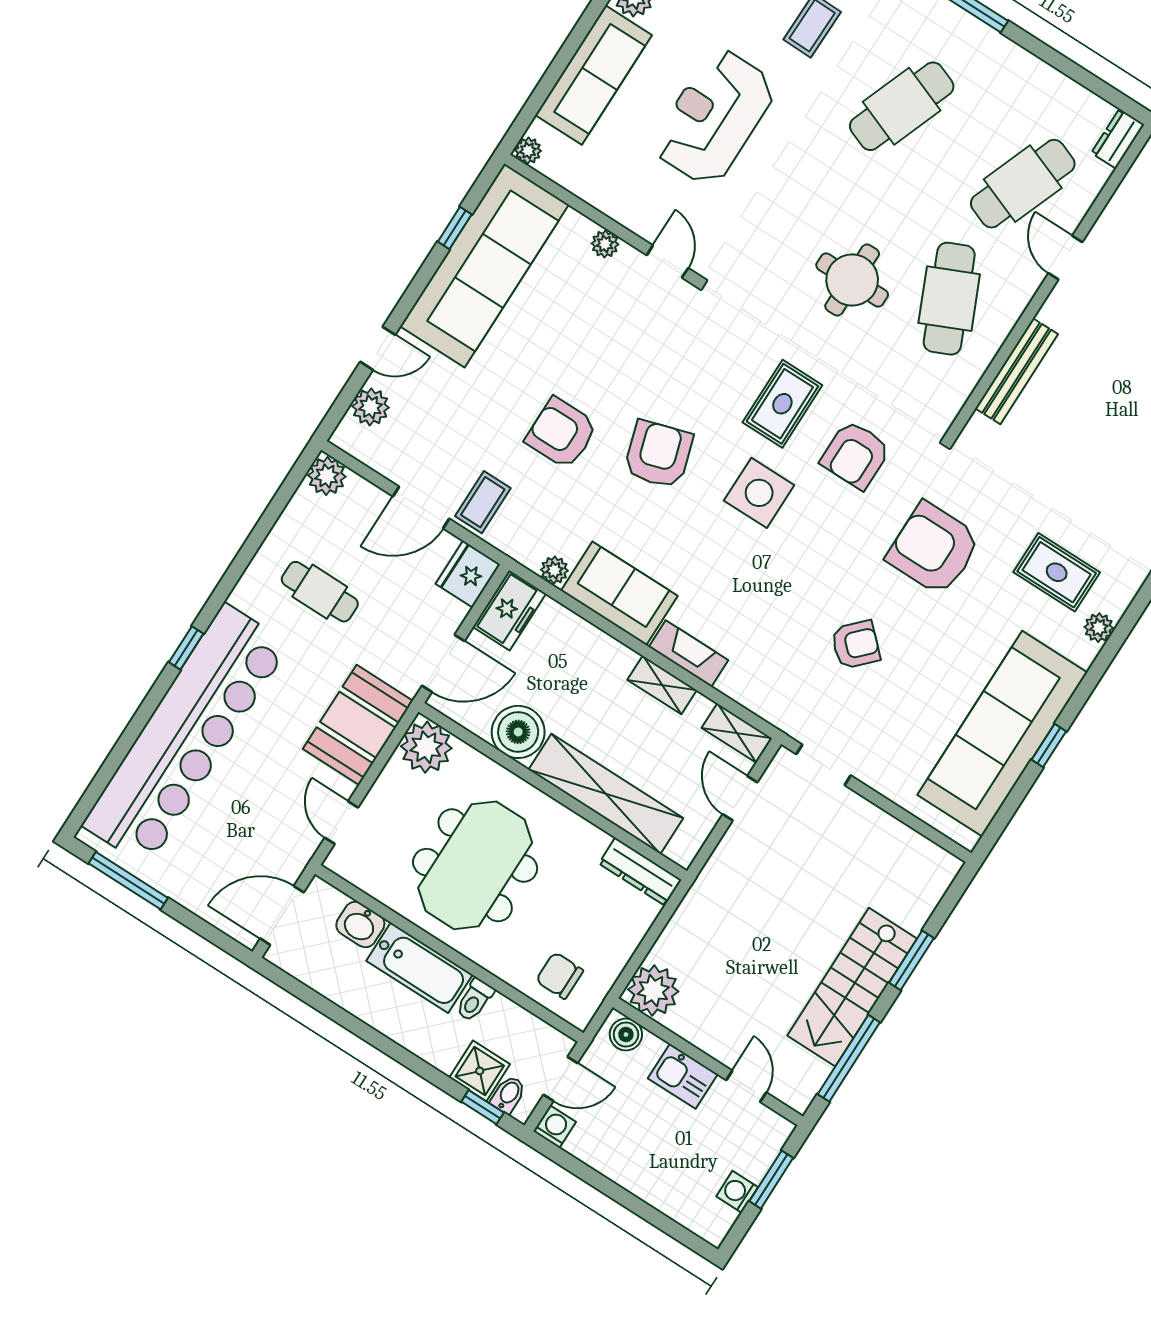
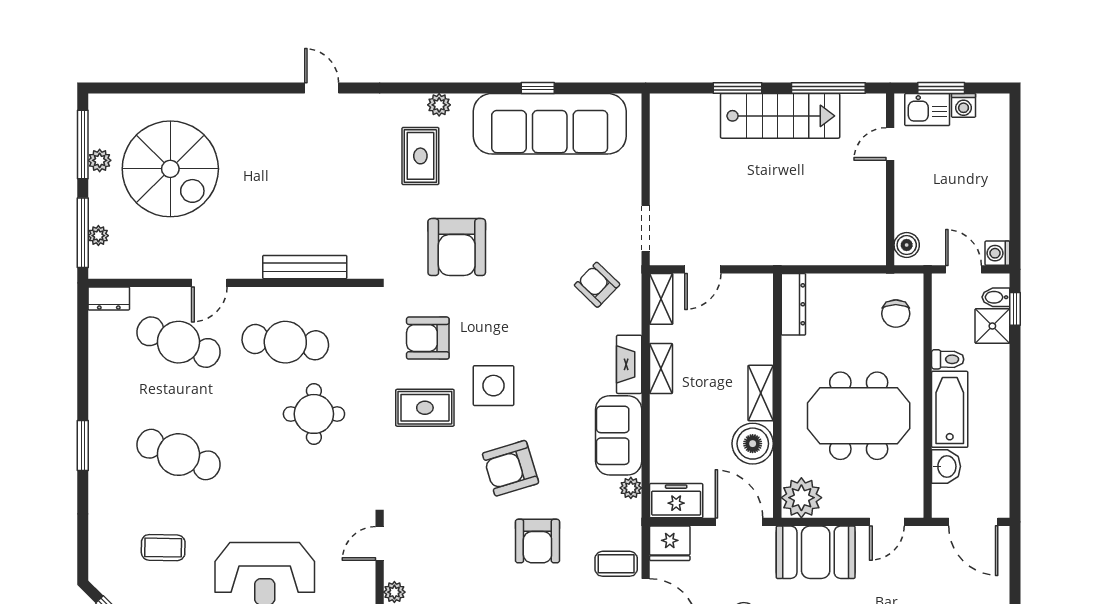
cafe table: (949, 299) -> (285, 342), turned 30
armchair: (855, 455) -> (428, 338), turned 180
armchair: (856, 645) -> (597, 285), moved
shelving: (606, 794) -> (761, 393), width x0.45, depth x0.75
plant: (653, 991) -> (866, 245), removed
kitchen sink: (683, 1076) -> (927, 110), moved, turned 90

